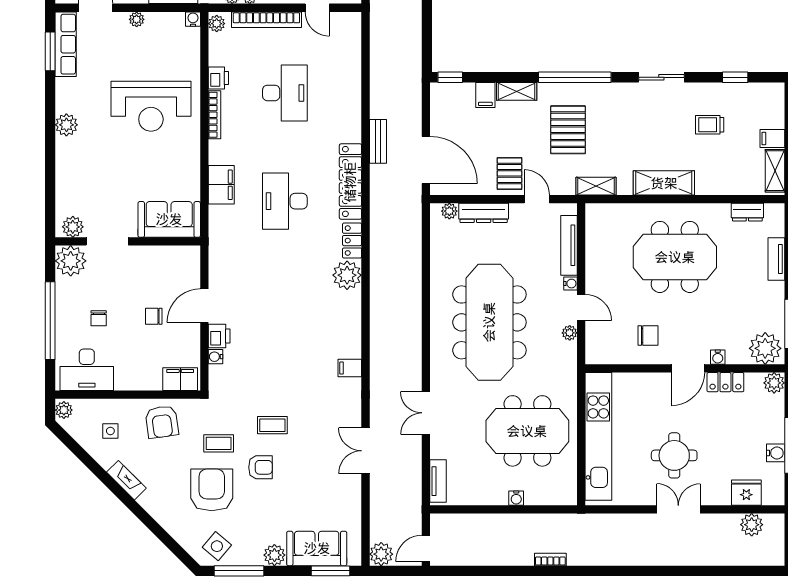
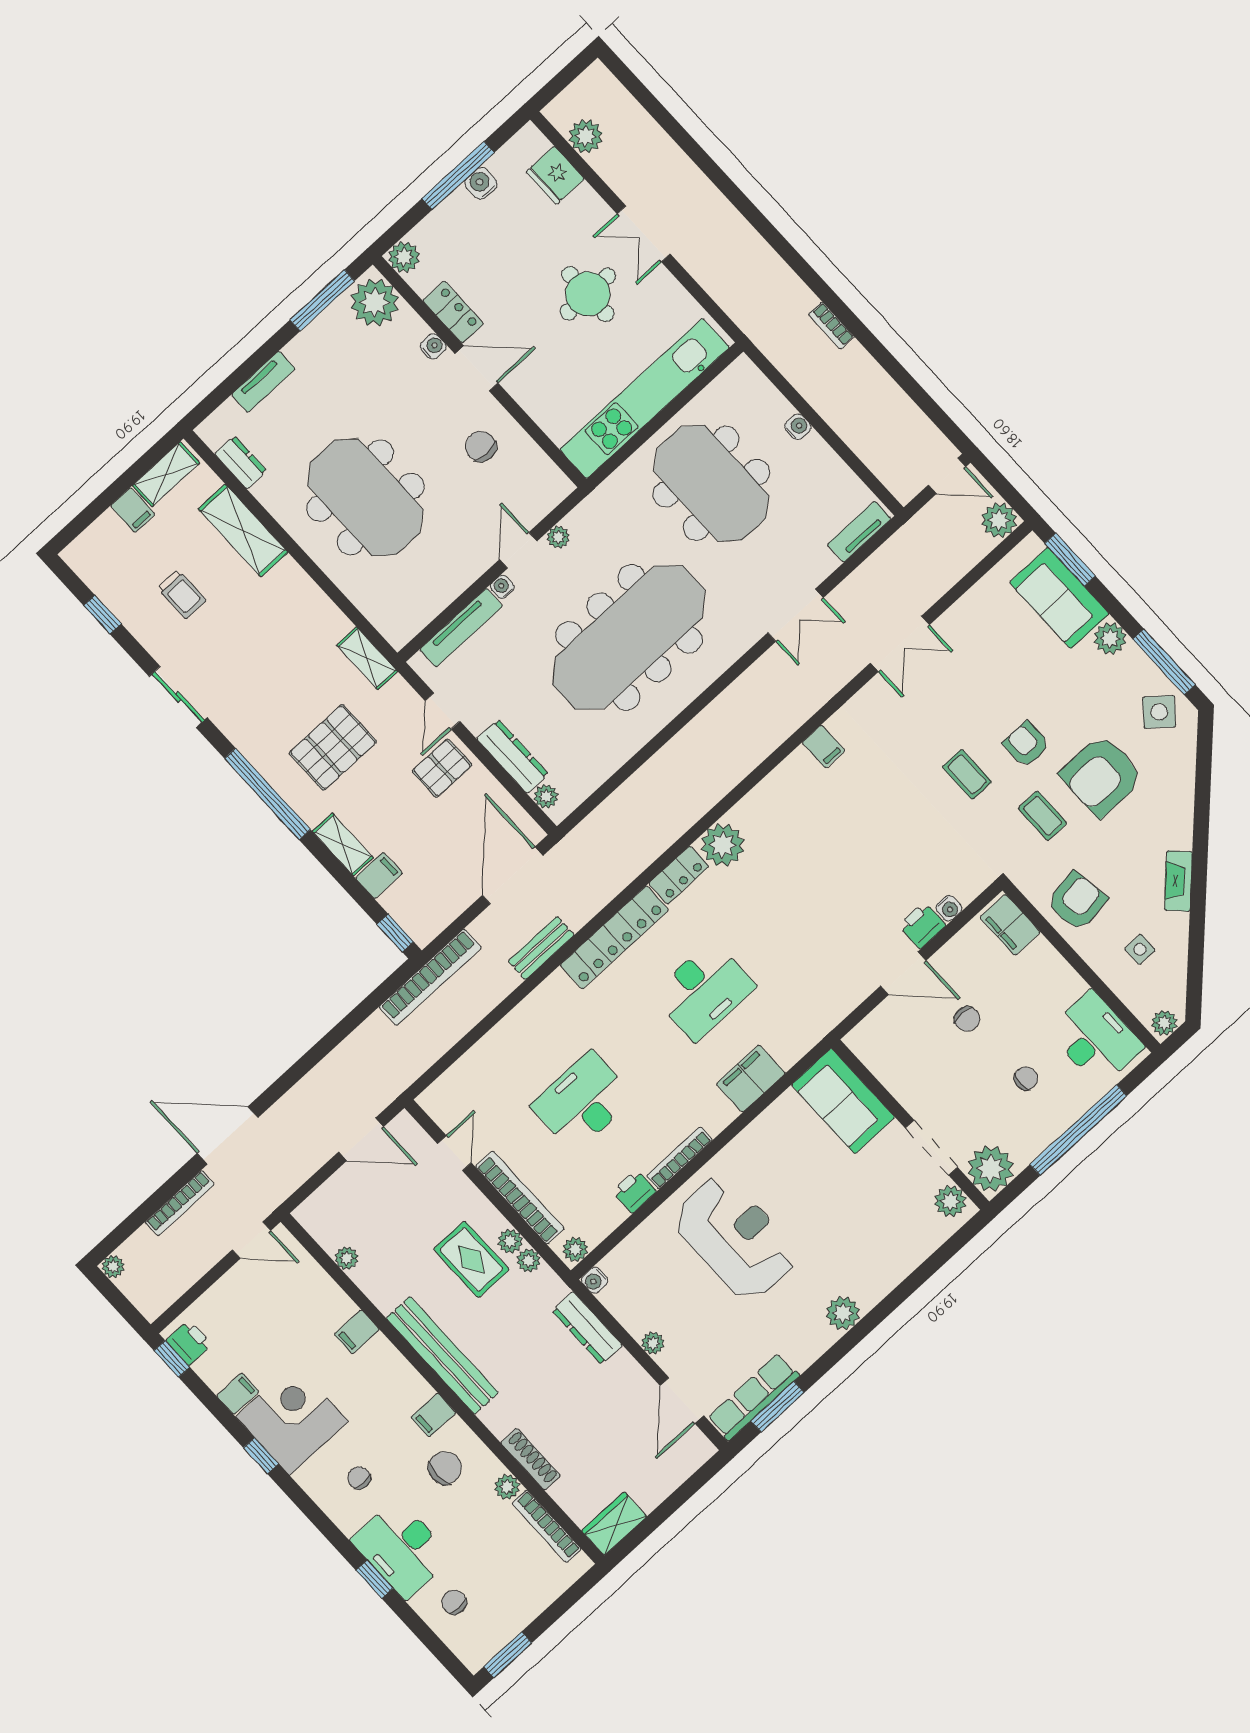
bookcase: (413, 75) -> (430, 977), added
shelving: (664, 183) -> (243, 531), moved

